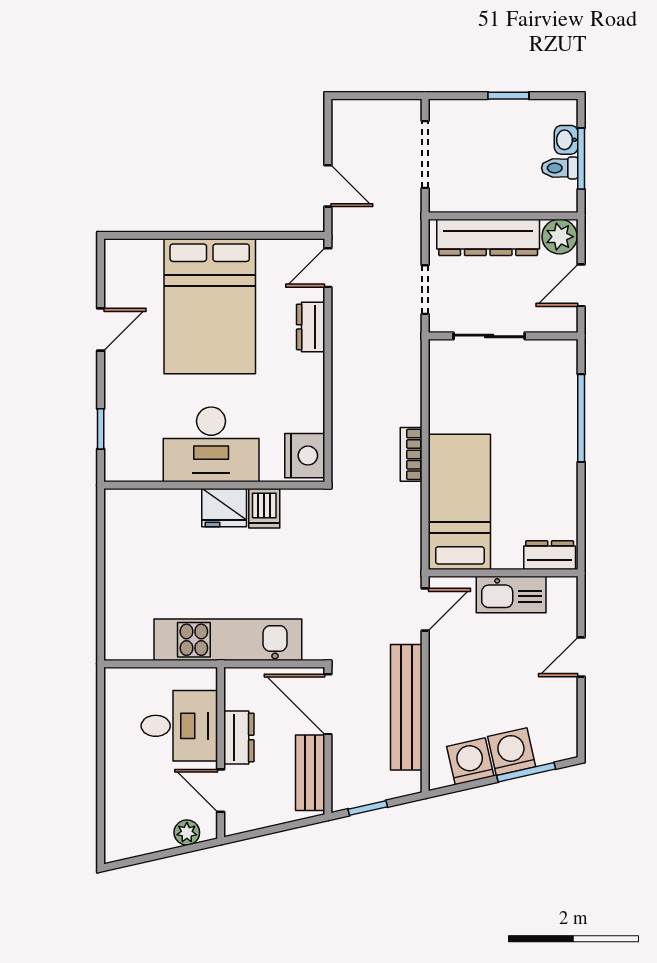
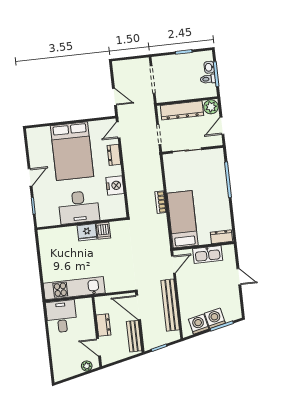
door: (101, 330) -> (30, 177), moved
nightstand: (305, 456) -> (115, 185), moved
kitchen unit: (228, 640) -> (74, 288), moved
door: (581, 657) -> (239, 277), swing flipped
desk: (179, 726) -> (62, 316), moved, turned -90

